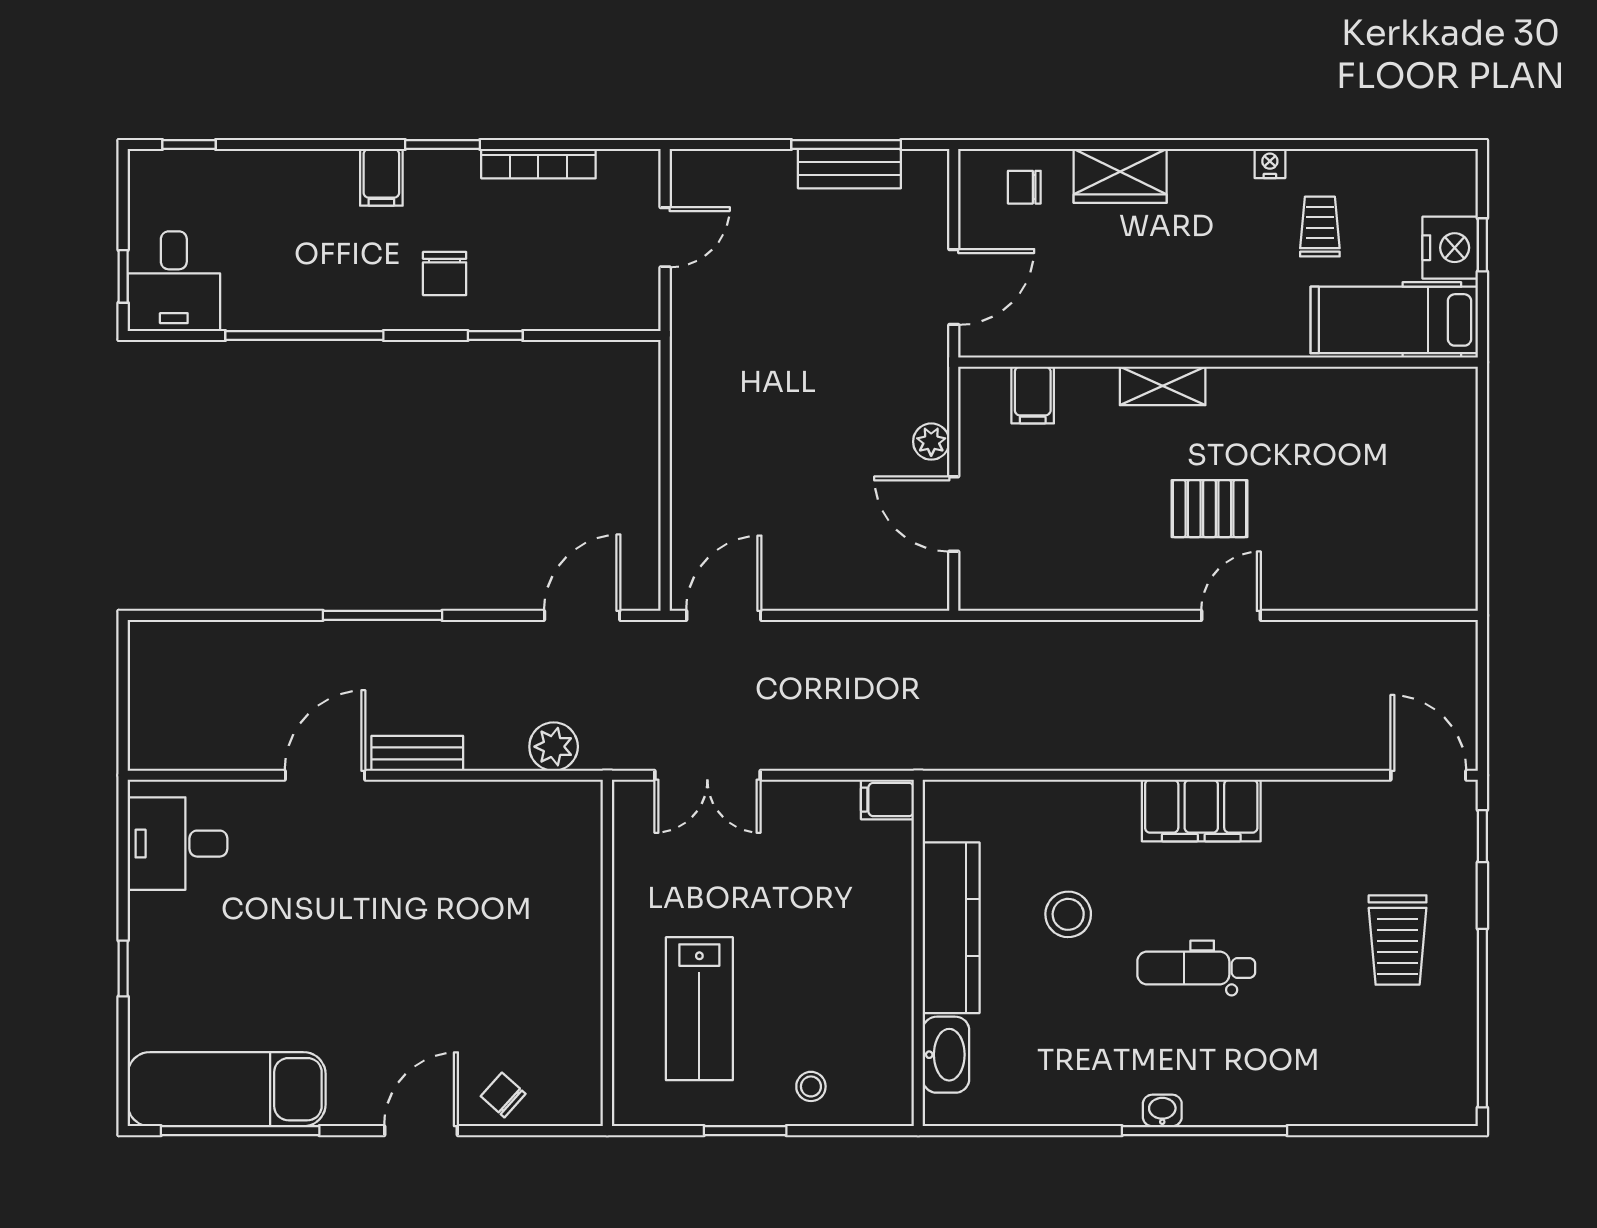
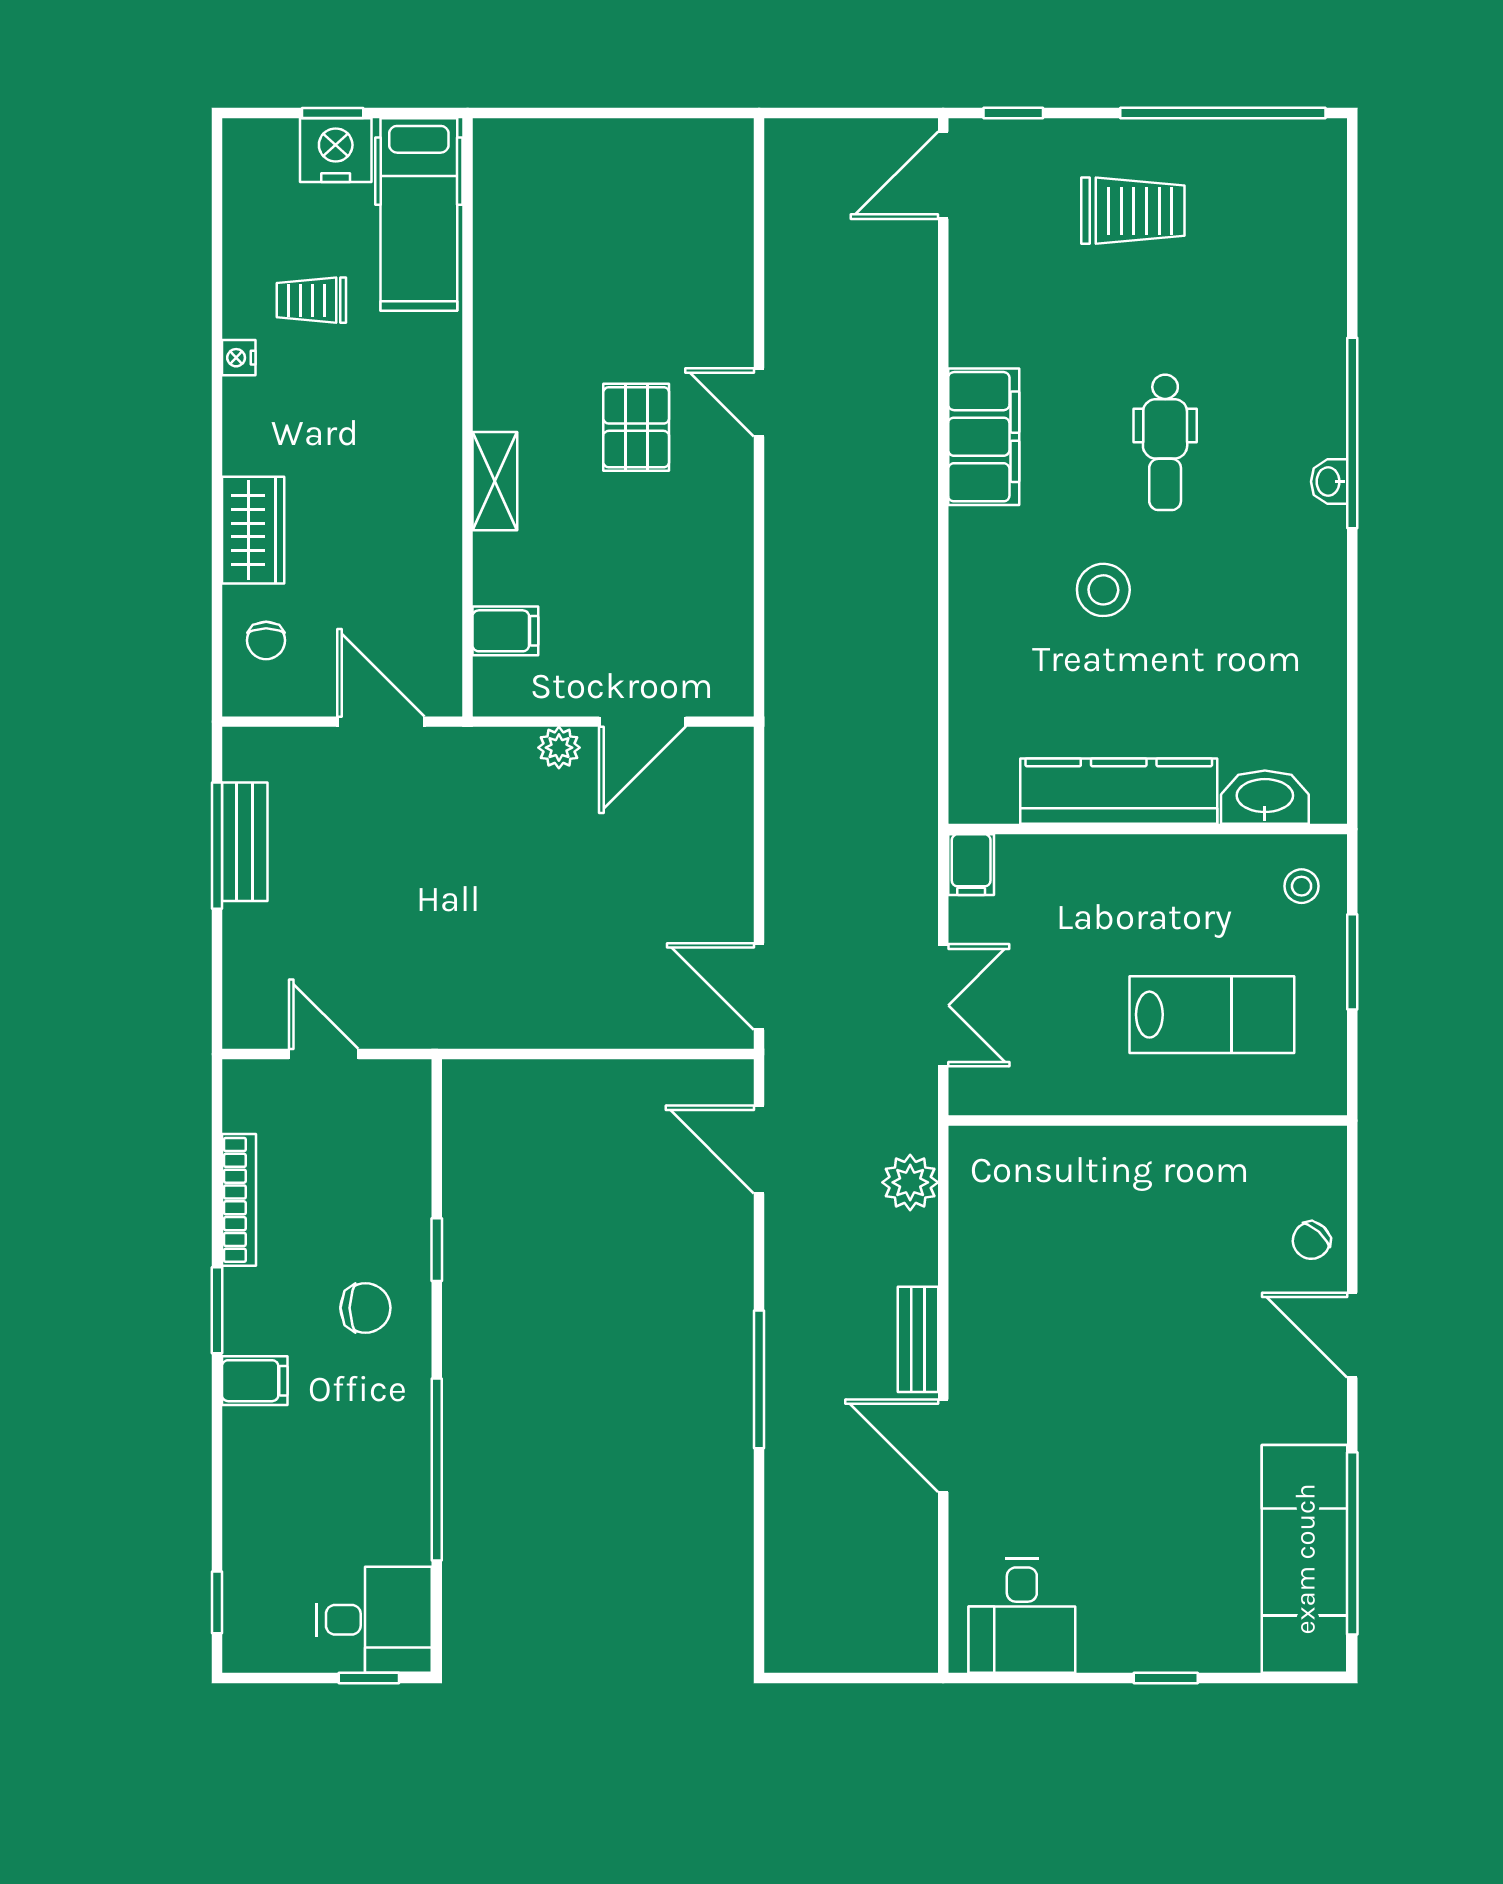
filing cabinet: (887, 800) -> (971, 865), moved
kitchen counter: (951, 928) -> (1119, 791), moved
wall: (918, 953) -> (1148, 829), moved
washbasin: (946, 1055) -> (1265, 797), moved

